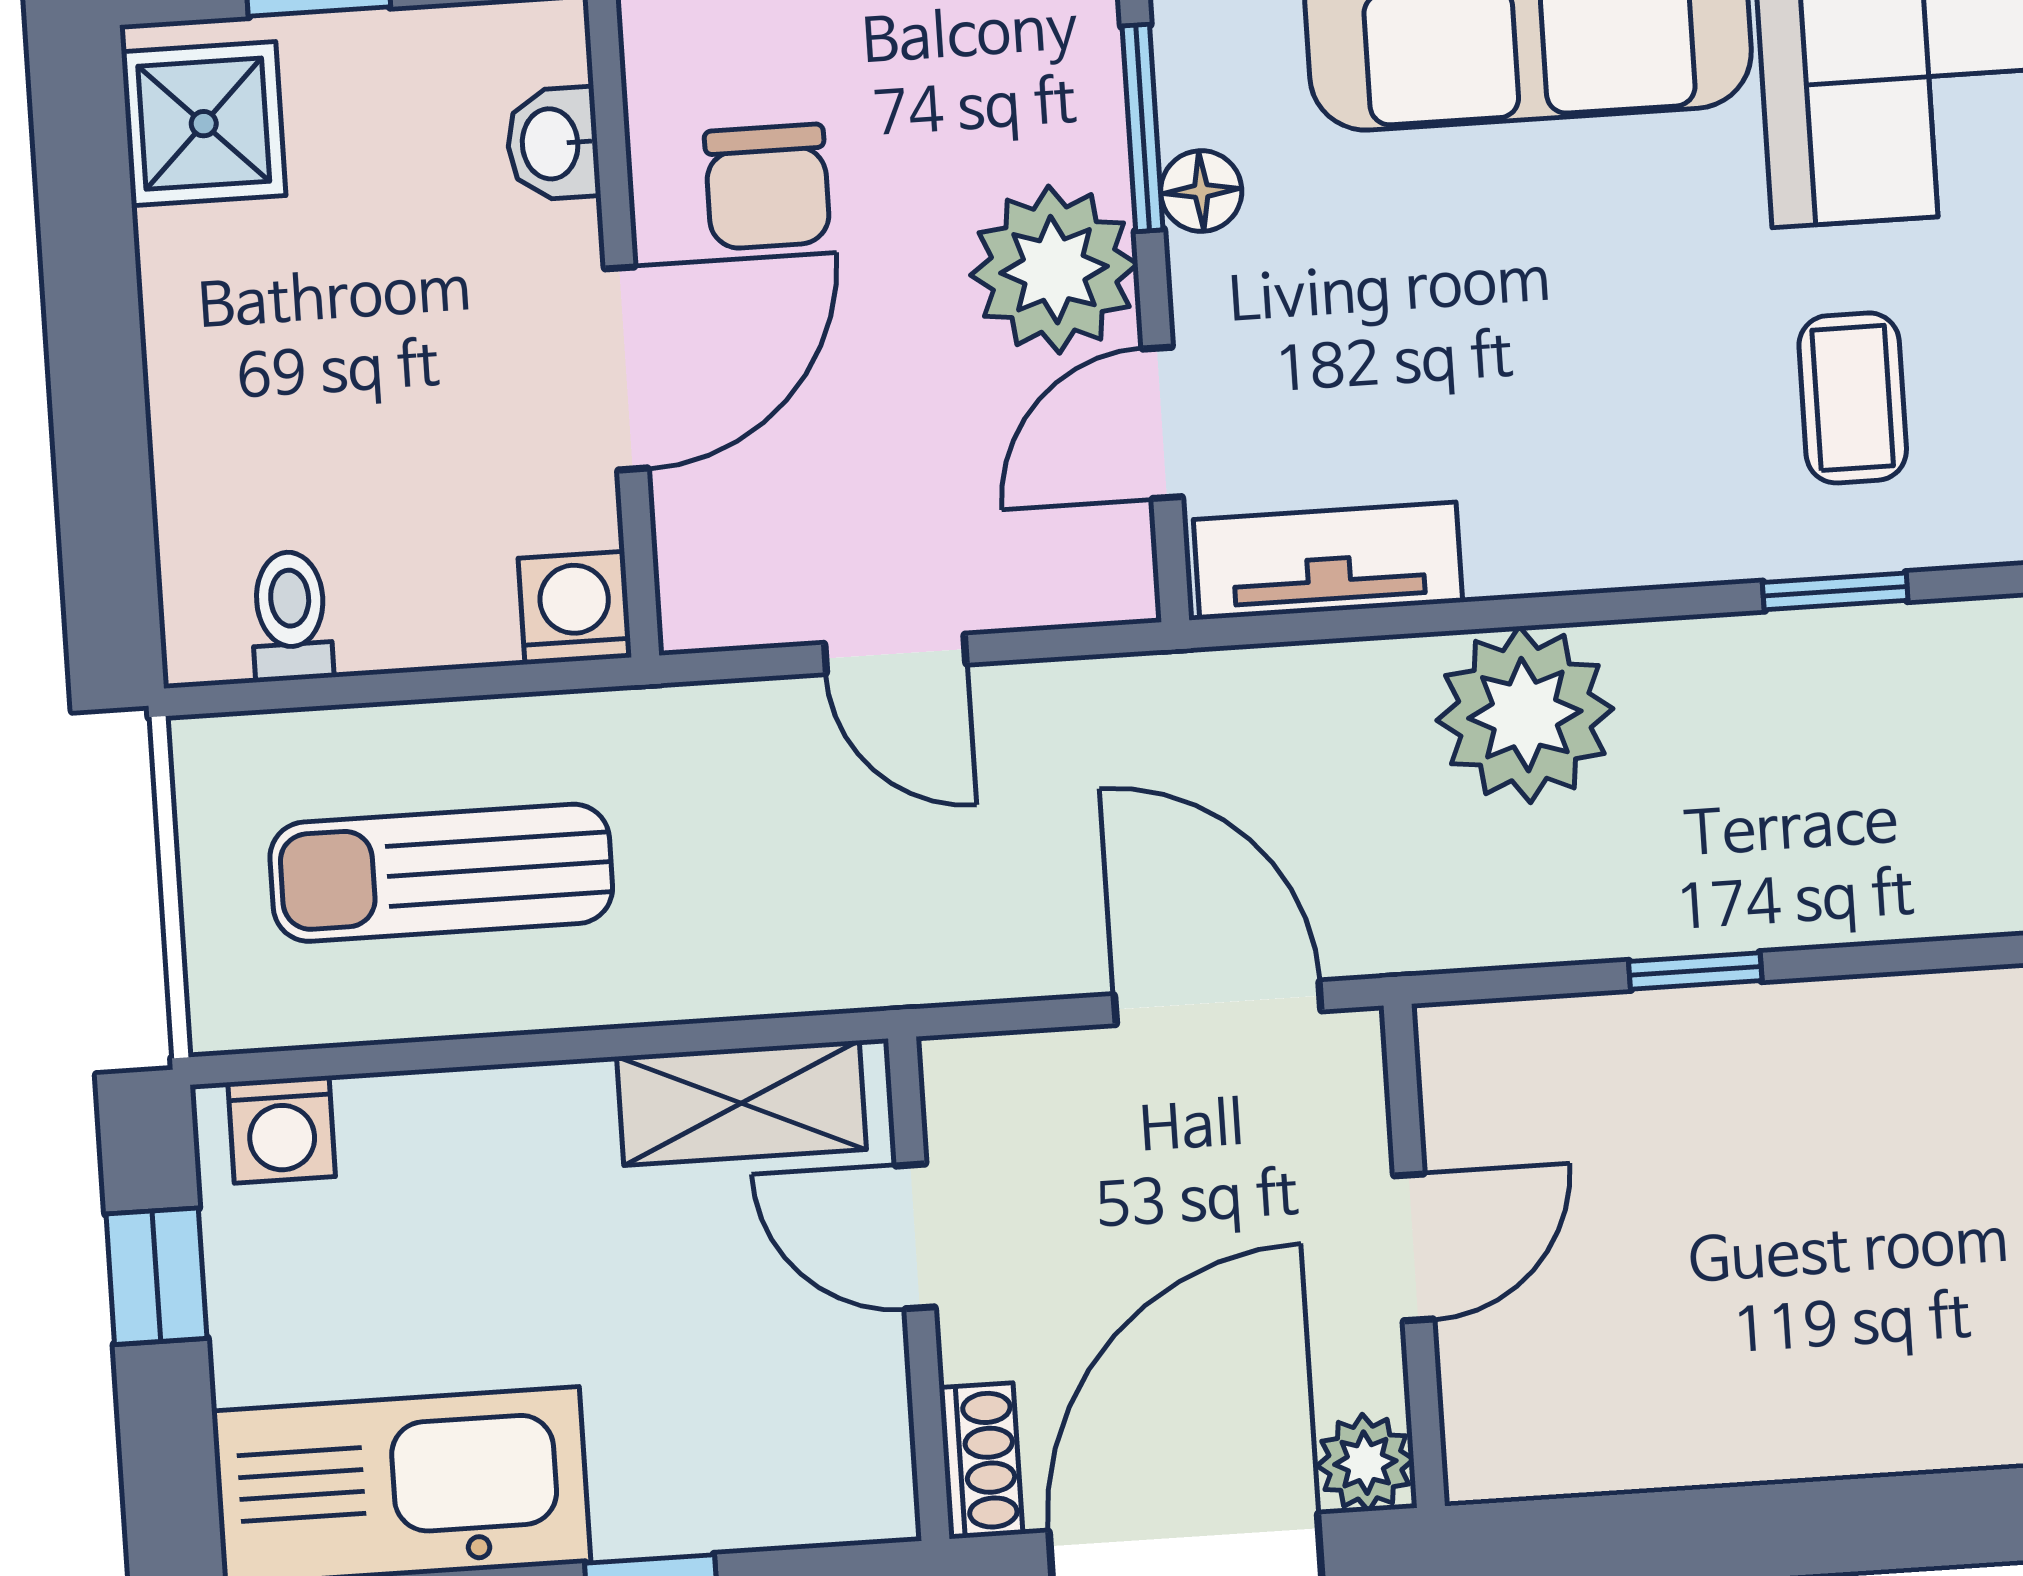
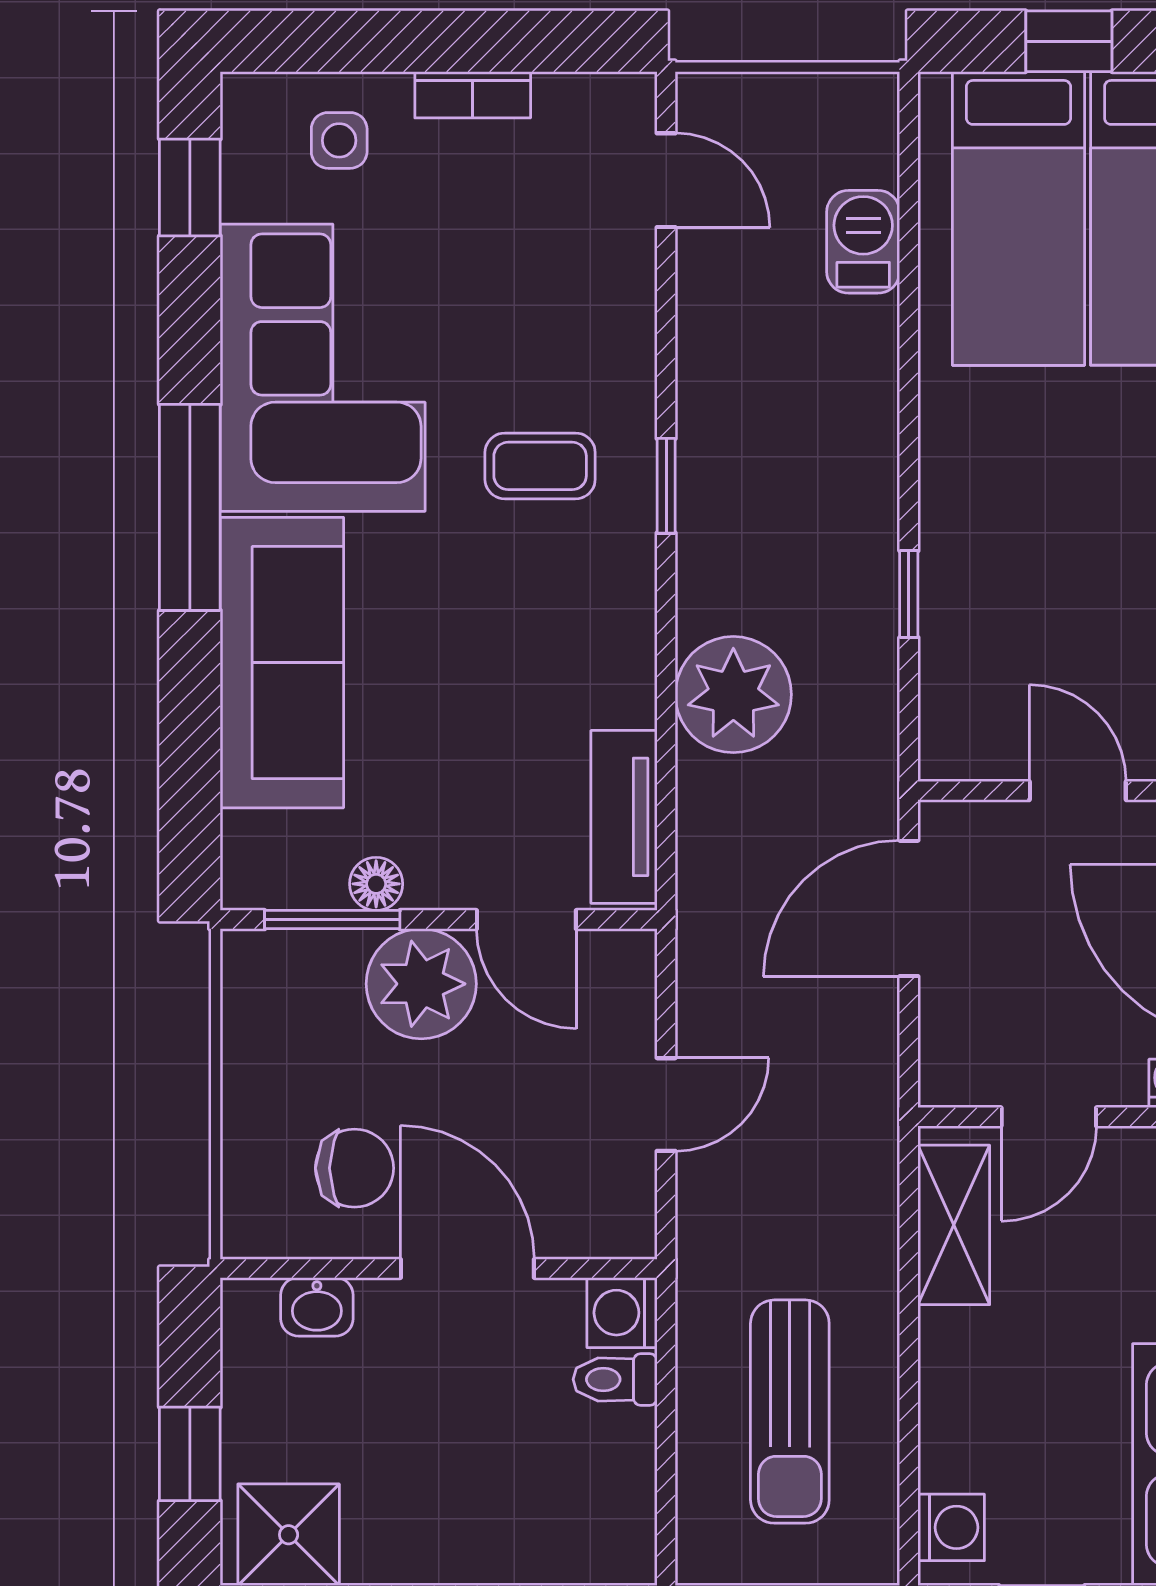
toilet: (291, 616) -> (615, 1379), moved

